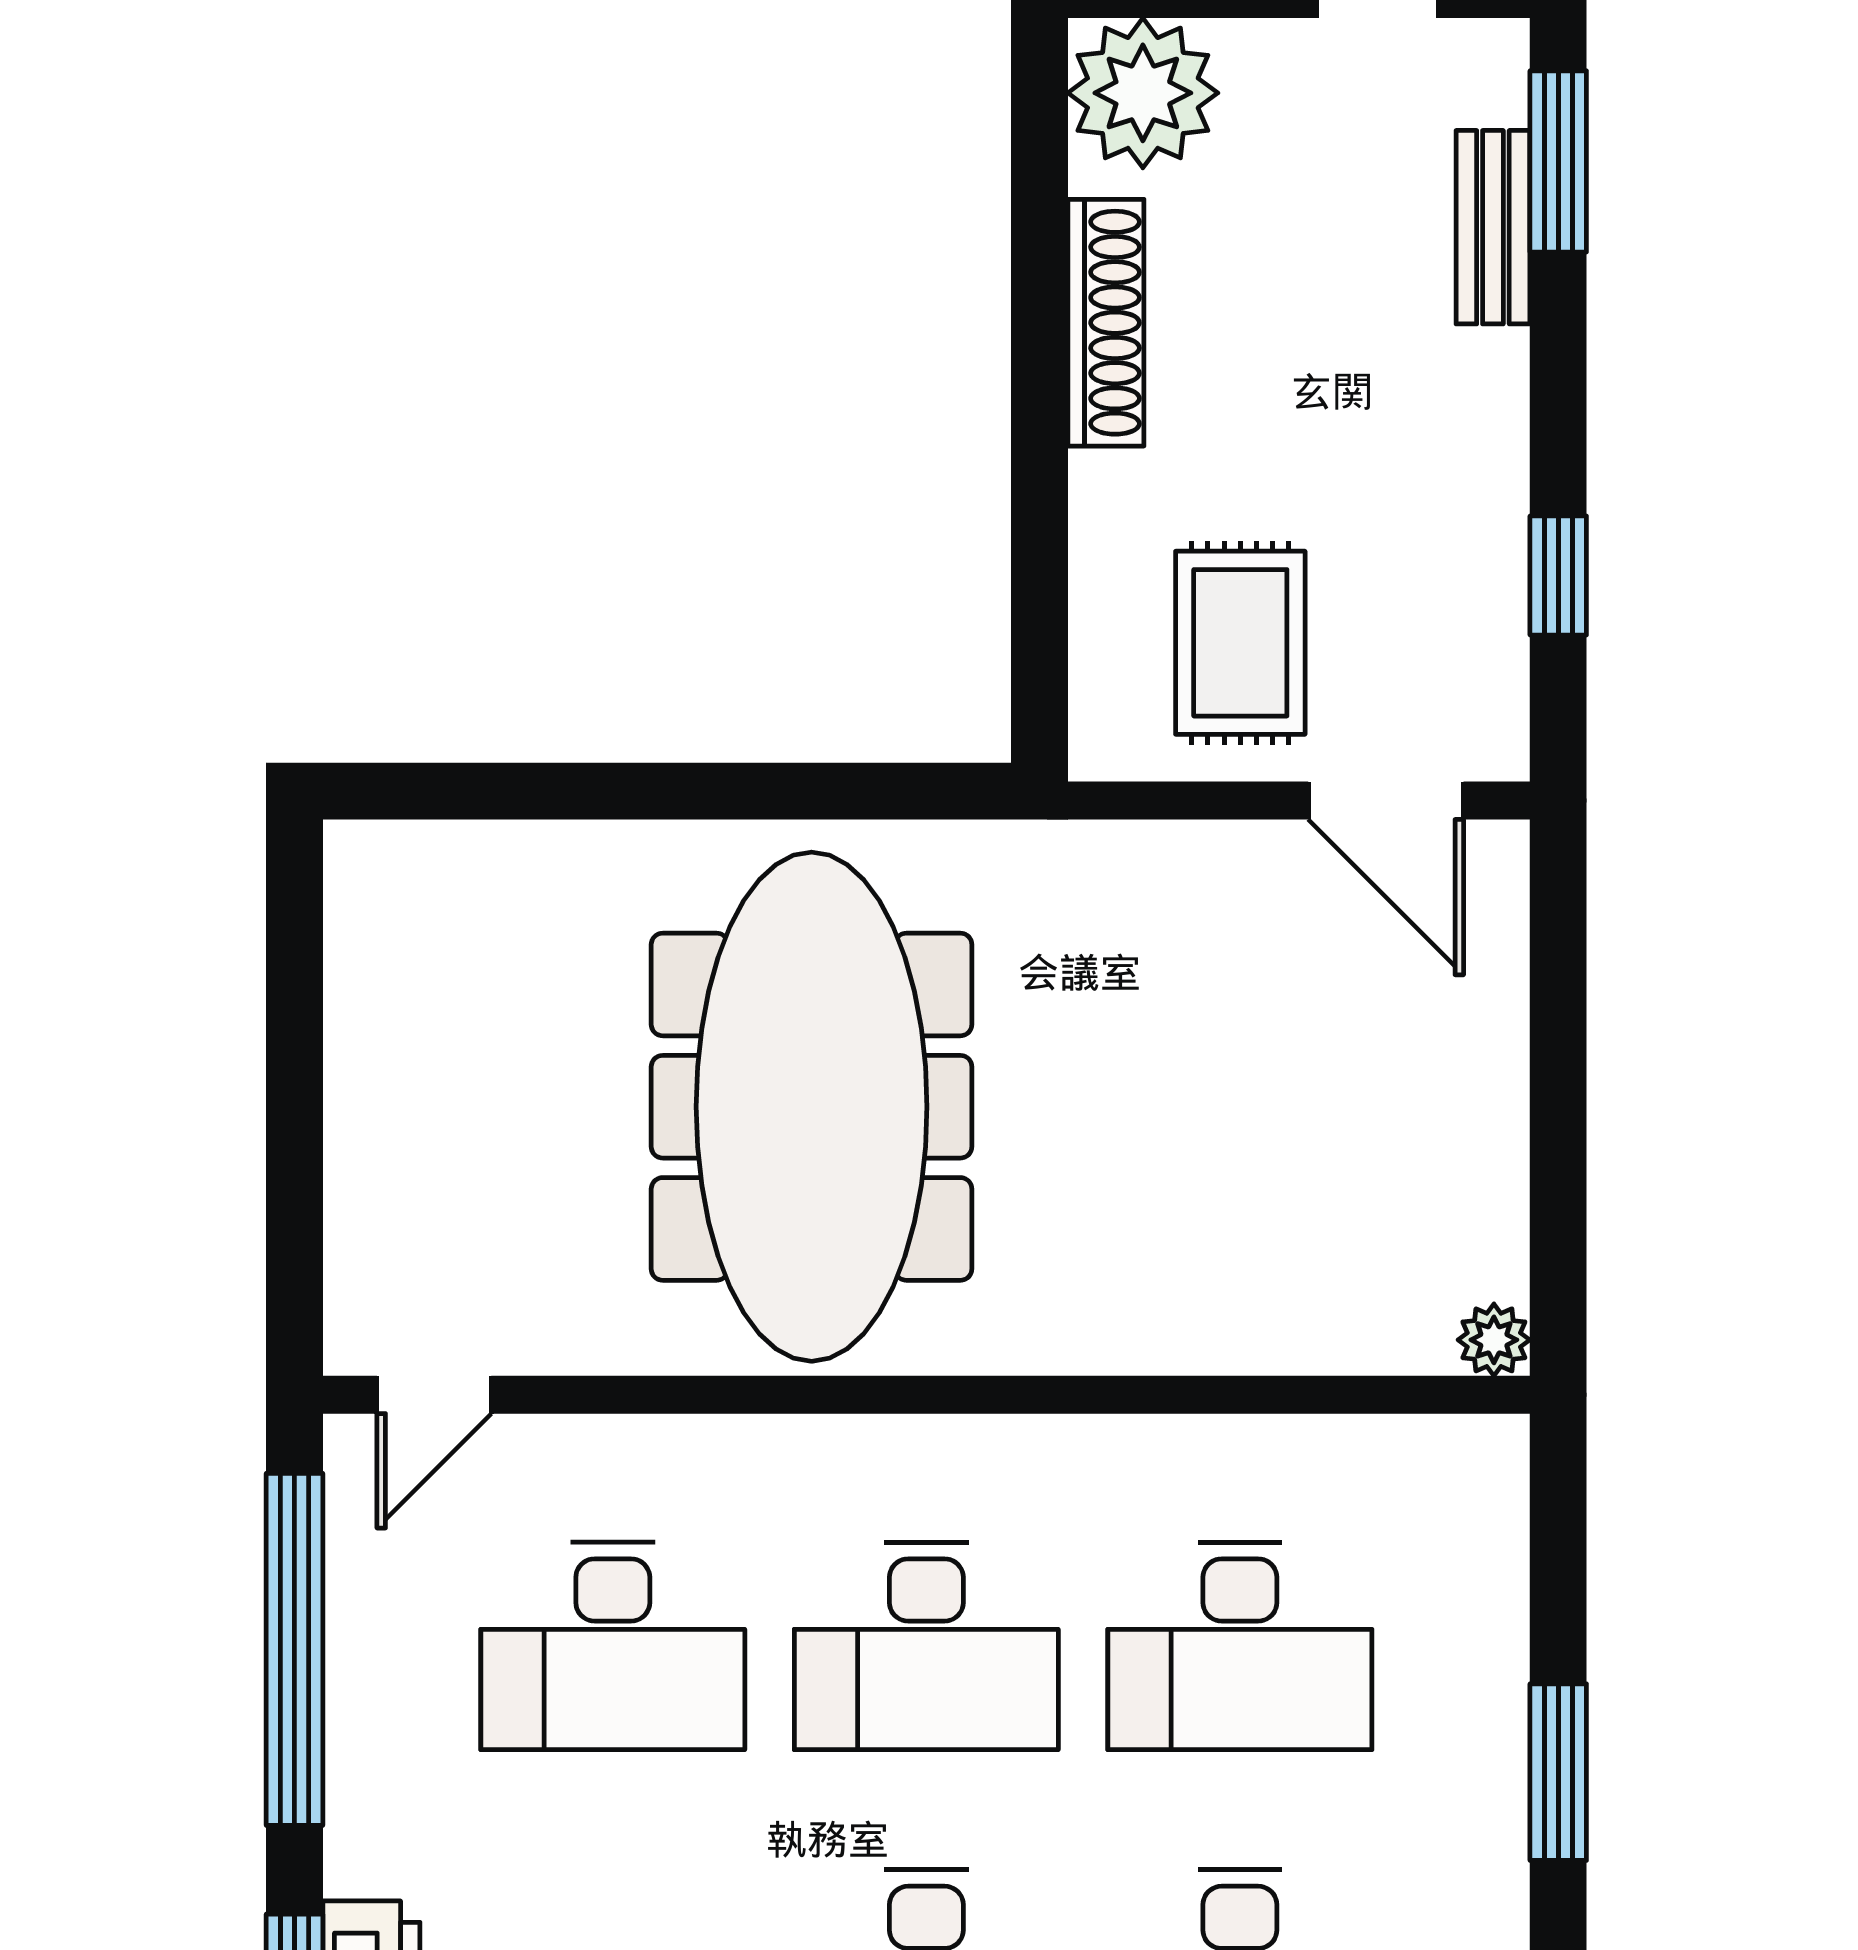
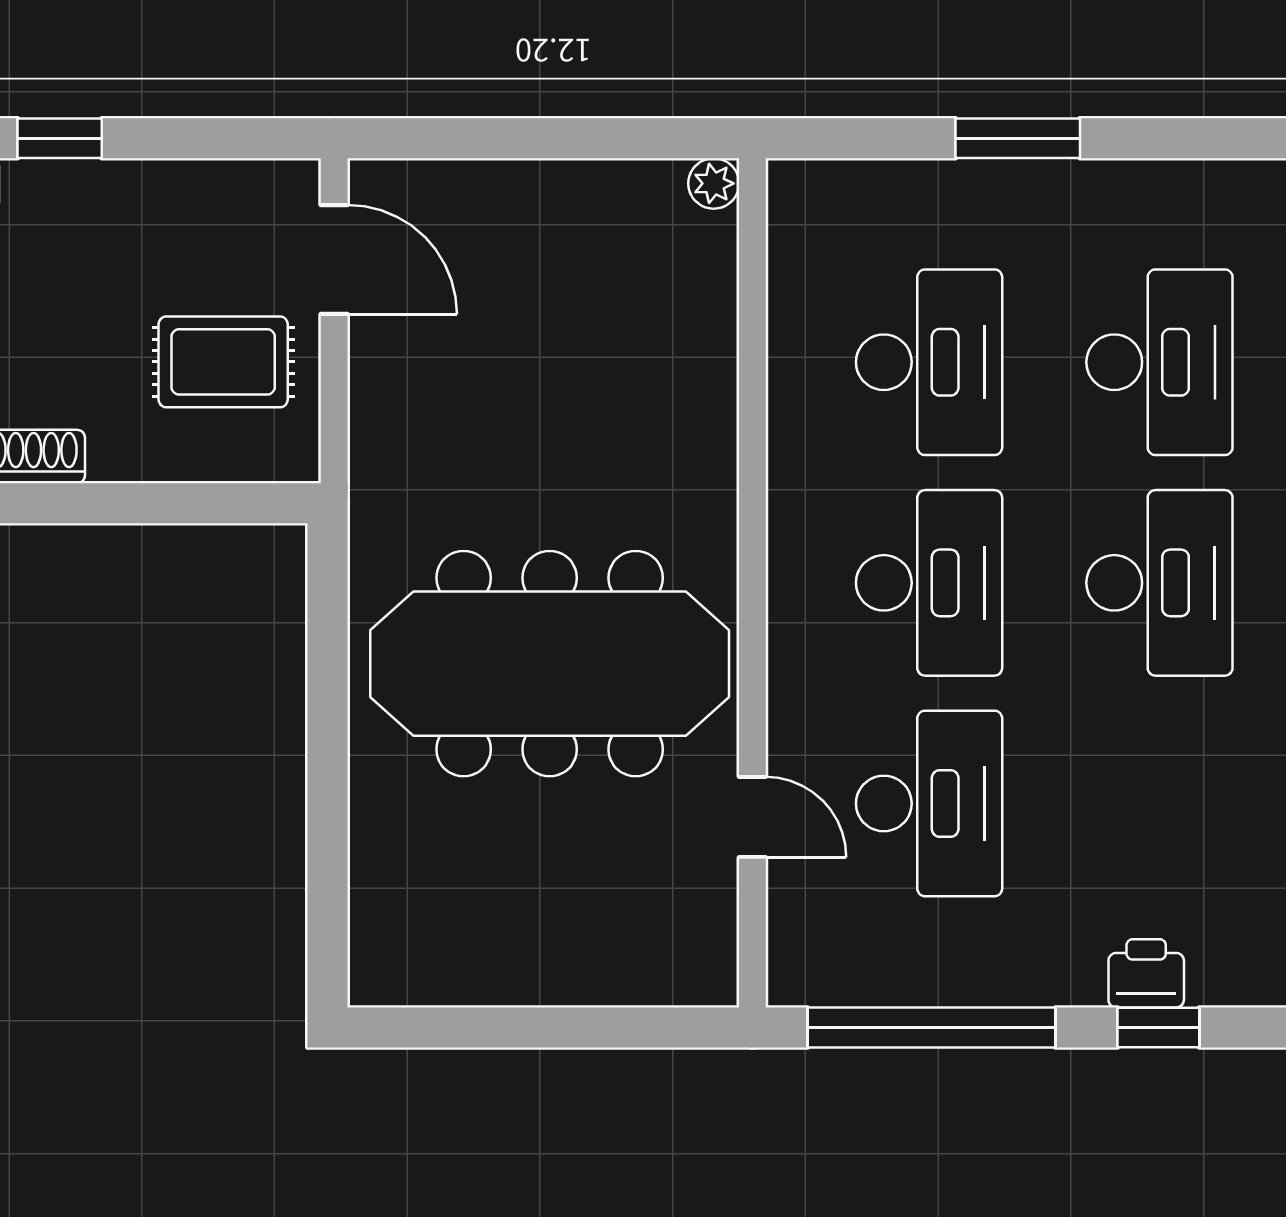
window: (1558, 575) -> (60, 138), moved
door: (1386, 801) -> (334, 260), hinge flipped
door: (434, 1395) -> (752, 817), moved

